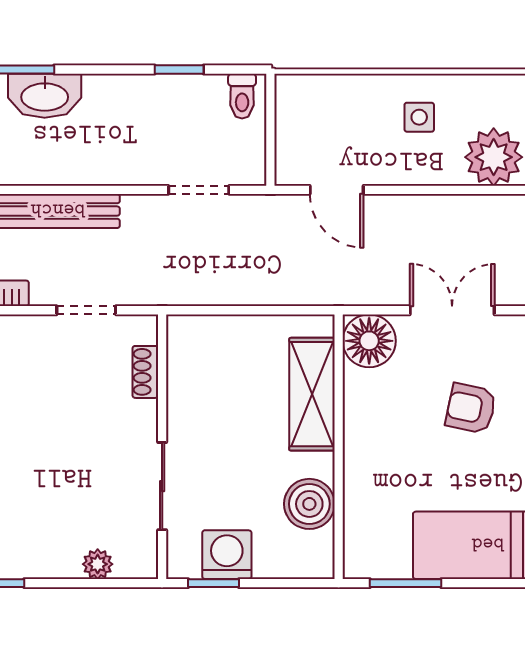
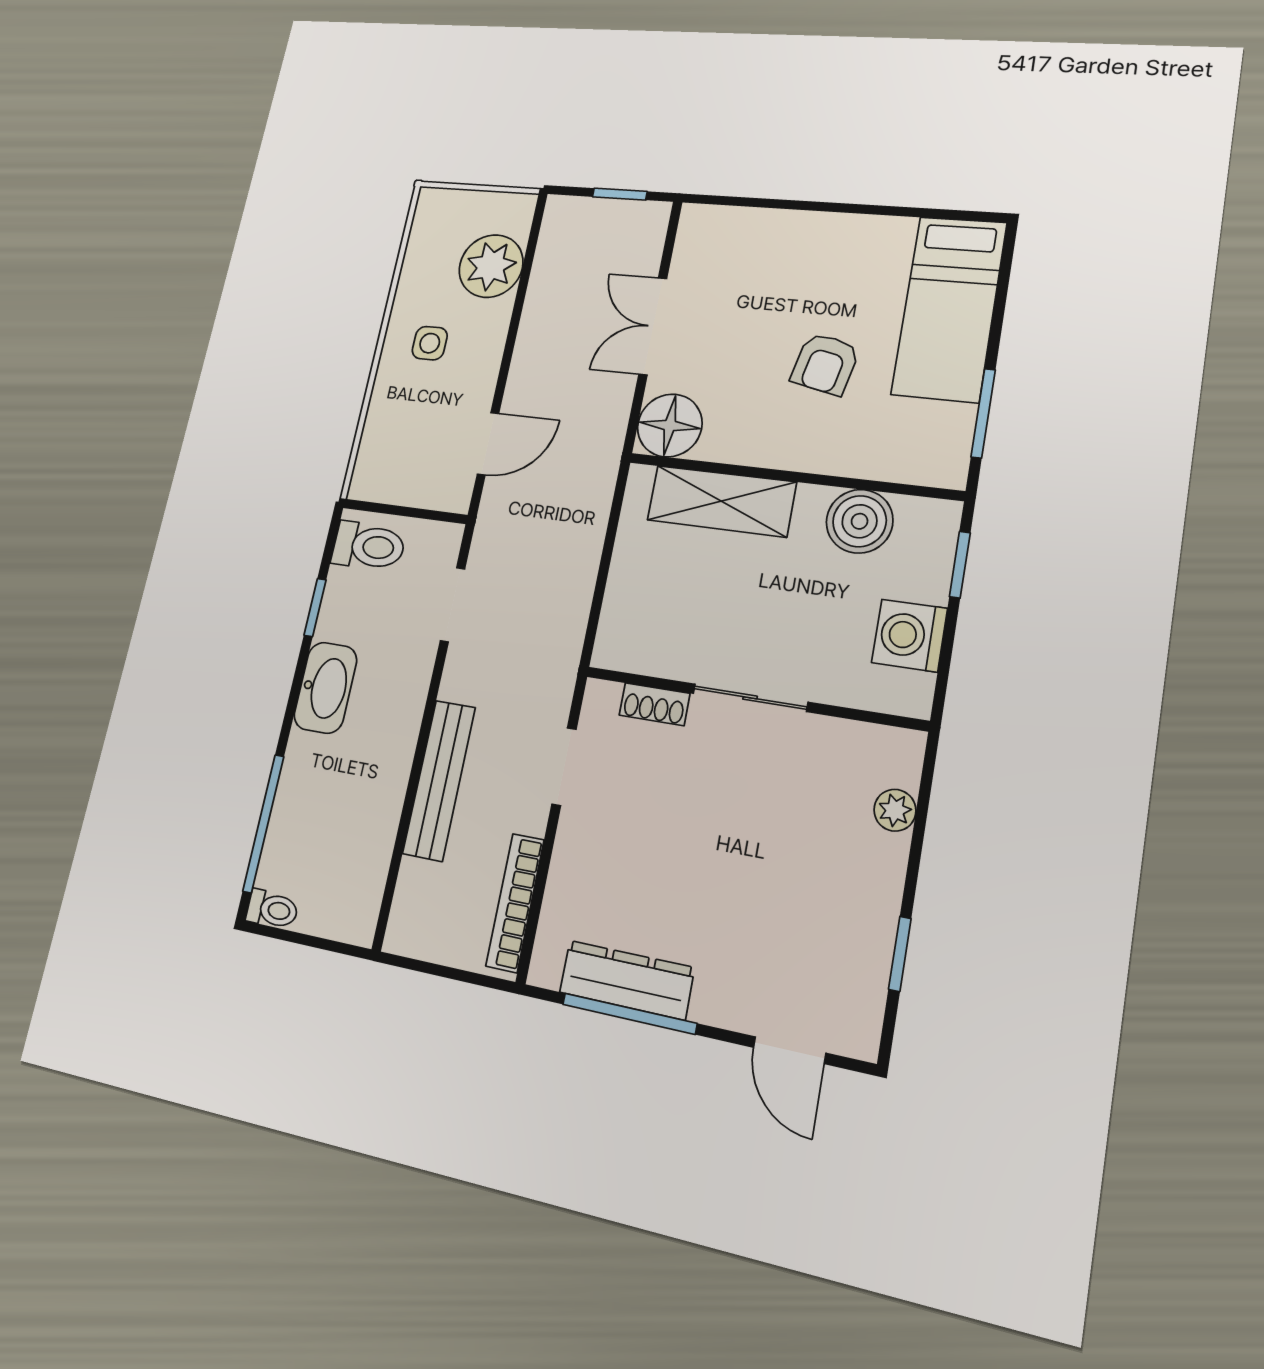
washbasin: (45, 96) -> (325, 688), moved
toilet: (242, 96) -> (369, 546), width x1.37, depth x1.39
armchair: (471, 408) -> (825, 364), moved
sliding door: (162, 486) -> (750, 698), moved
window: (214, 583) -> (960, 565), moved

